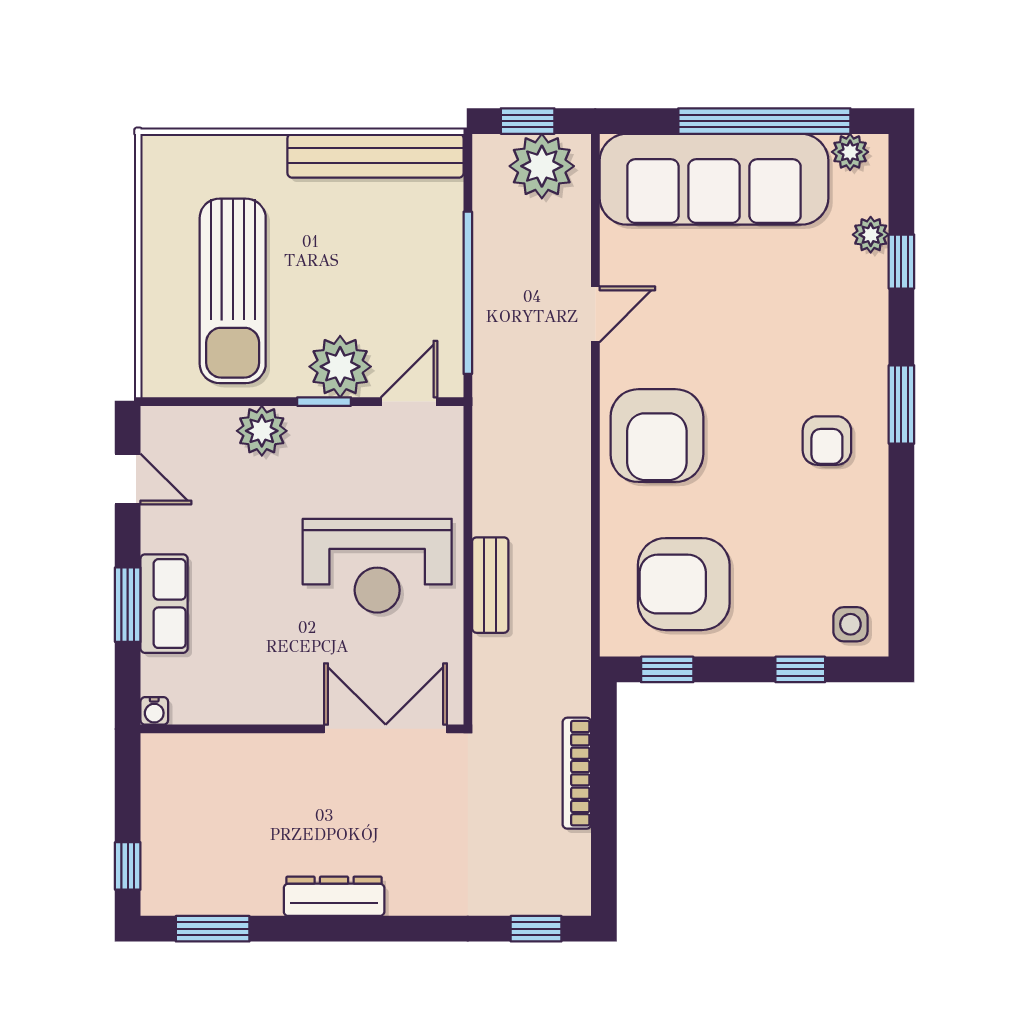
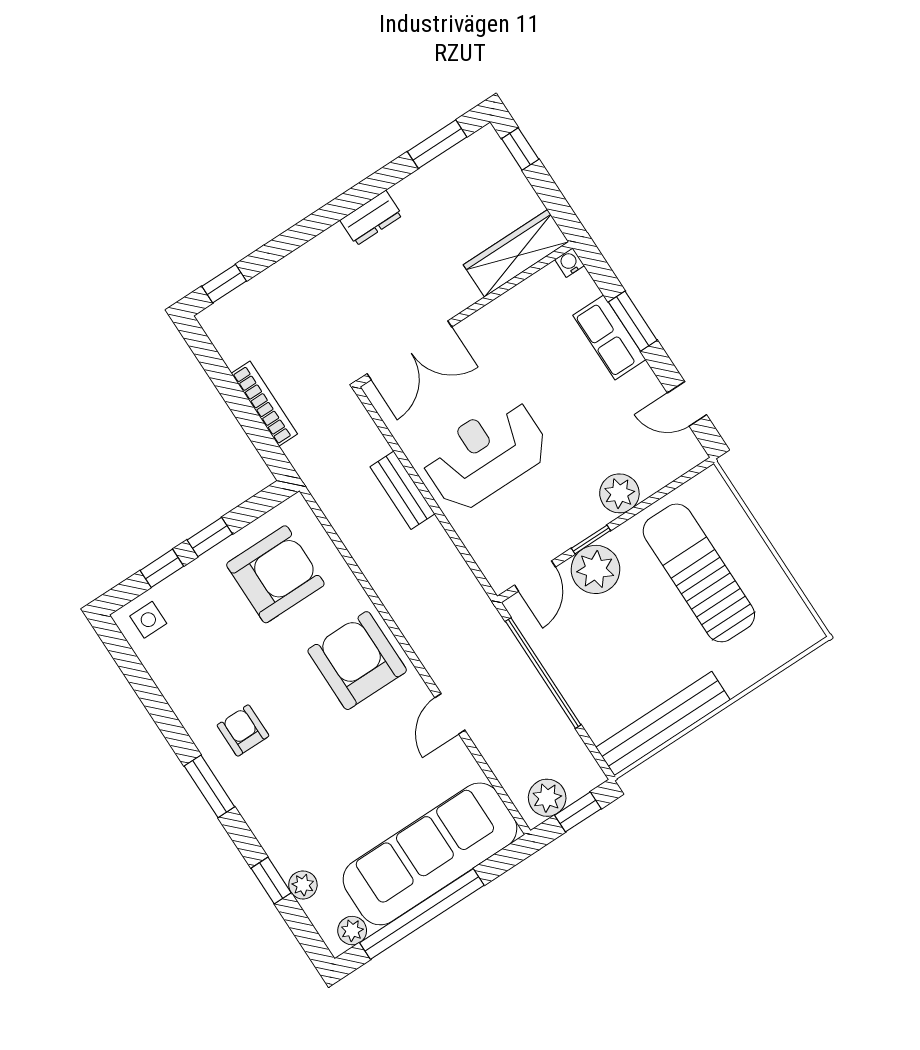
plant: (542, 166) -> (547, 798), width x0.73, depth x0.73
window: (667, 669) -> (210, 537), moved
wardrobe: (205, 758) -> (516, 253), added
dresser: (334, 896) -> (371, 218), width x0.70

